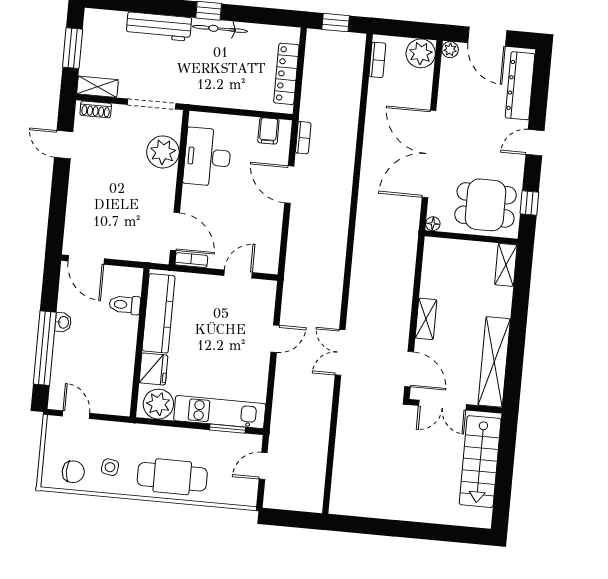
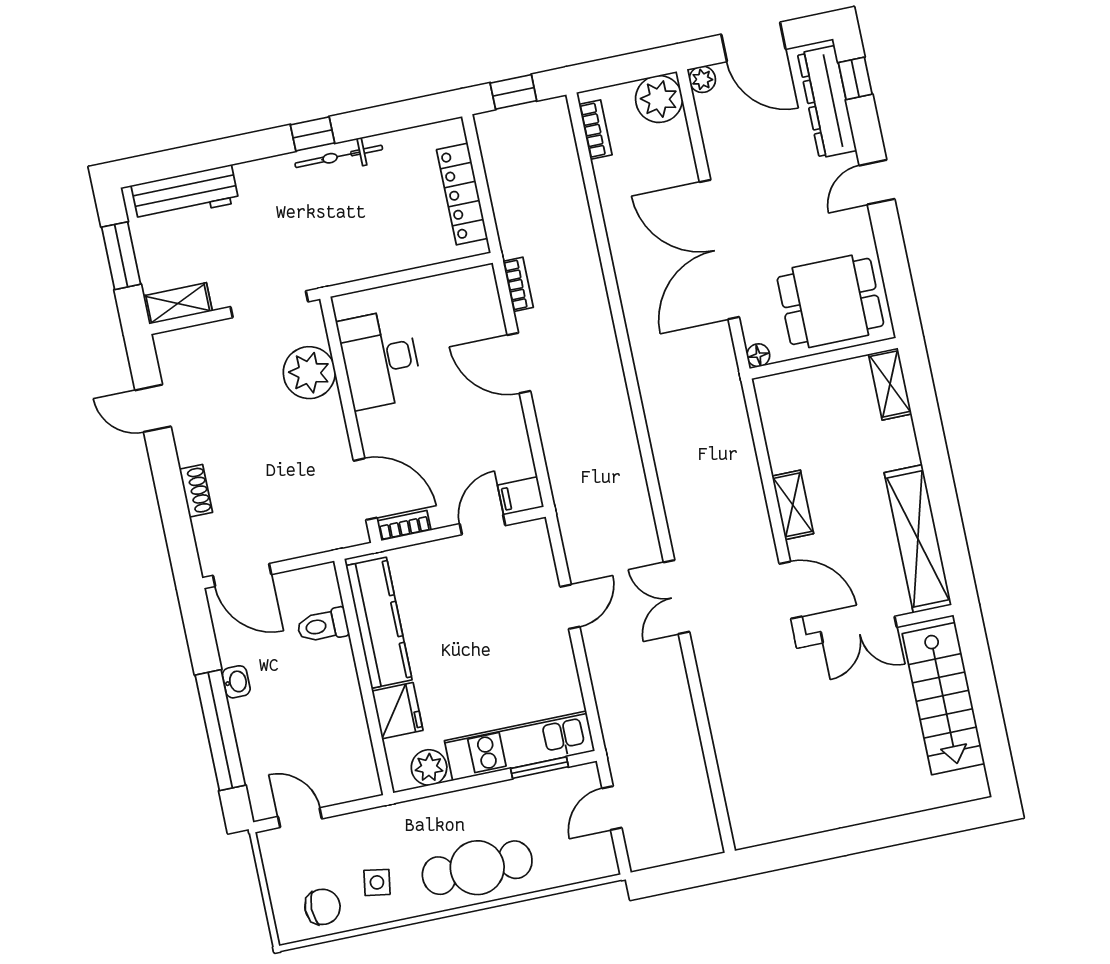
workbench: (159, 26) -> (185, 194), moved
shoe rack: (96, 109) -> (196, 491), moved, turned -90
filing cabinet: (268, 131) -> (521, 496), moved, turned 90
window: (529, 203) -> (855, 78), moved
plant: (158, 404) -> (429, 767), width x0.73, depth x0.73

